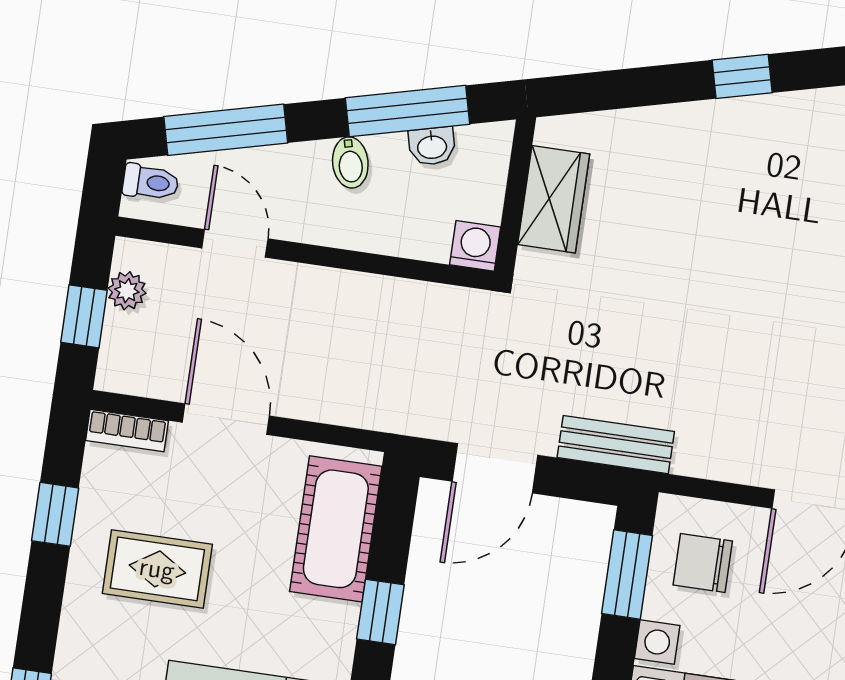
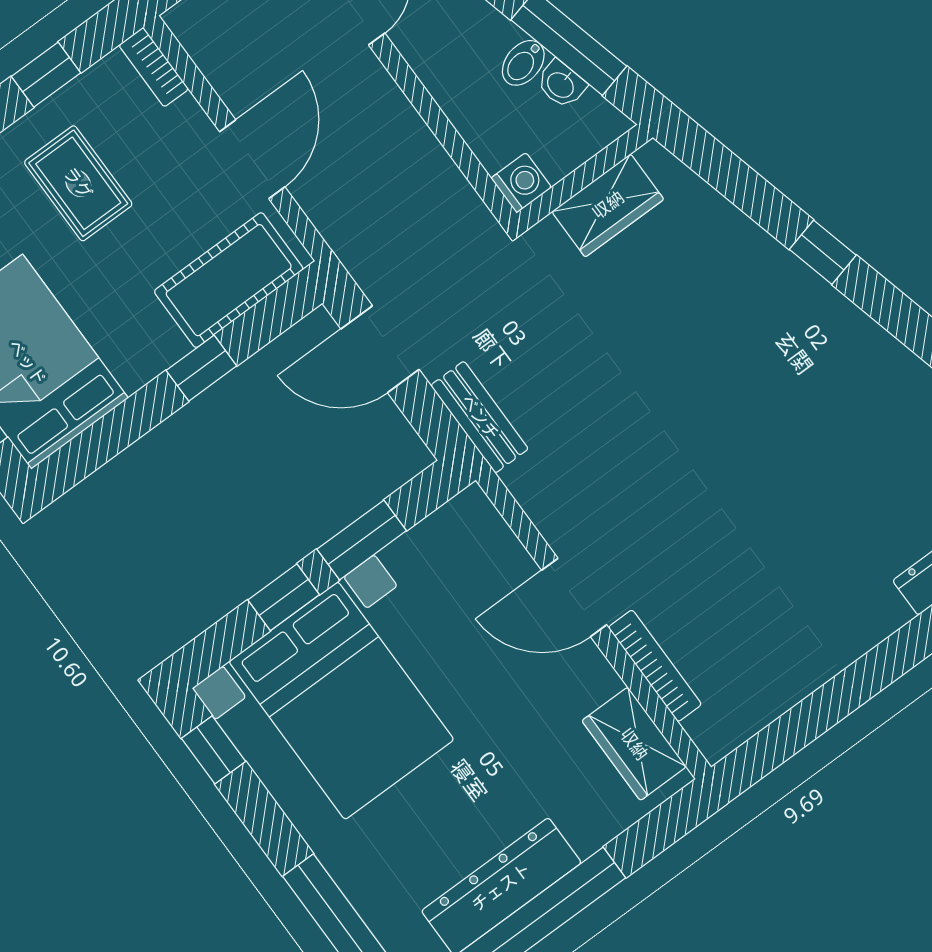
bidet: (350, 162) -> (523, 63), moved
door: (226, 419) -> (252, 159), moved
chair: (703, 563) -> (457, 559), removed
window: (627, 574) -> (362, 540), moved

